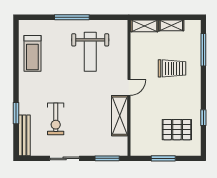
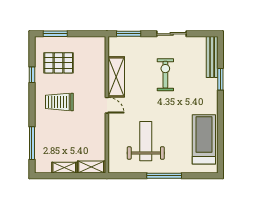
treadmill: (32, 53) -> (204, 139), width x1.37, depth x1.38
trolley: (172, 68) -> (59, 102), moved
door: (129, 87) -> (107, 105), swing flipped
exercise bike: (56, 119) -> (165, 75), moved
window: (163, 158) -> (55, 34), moved

